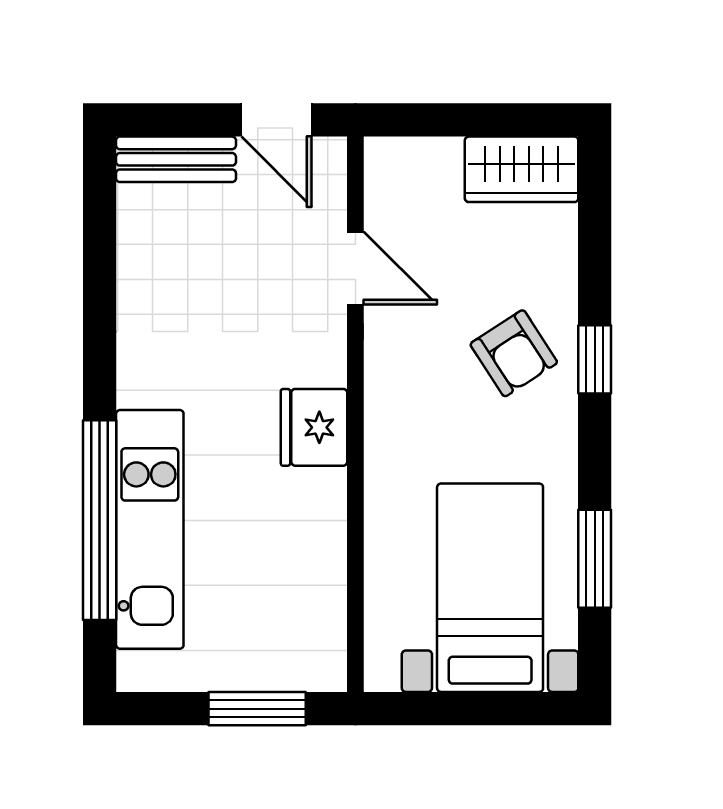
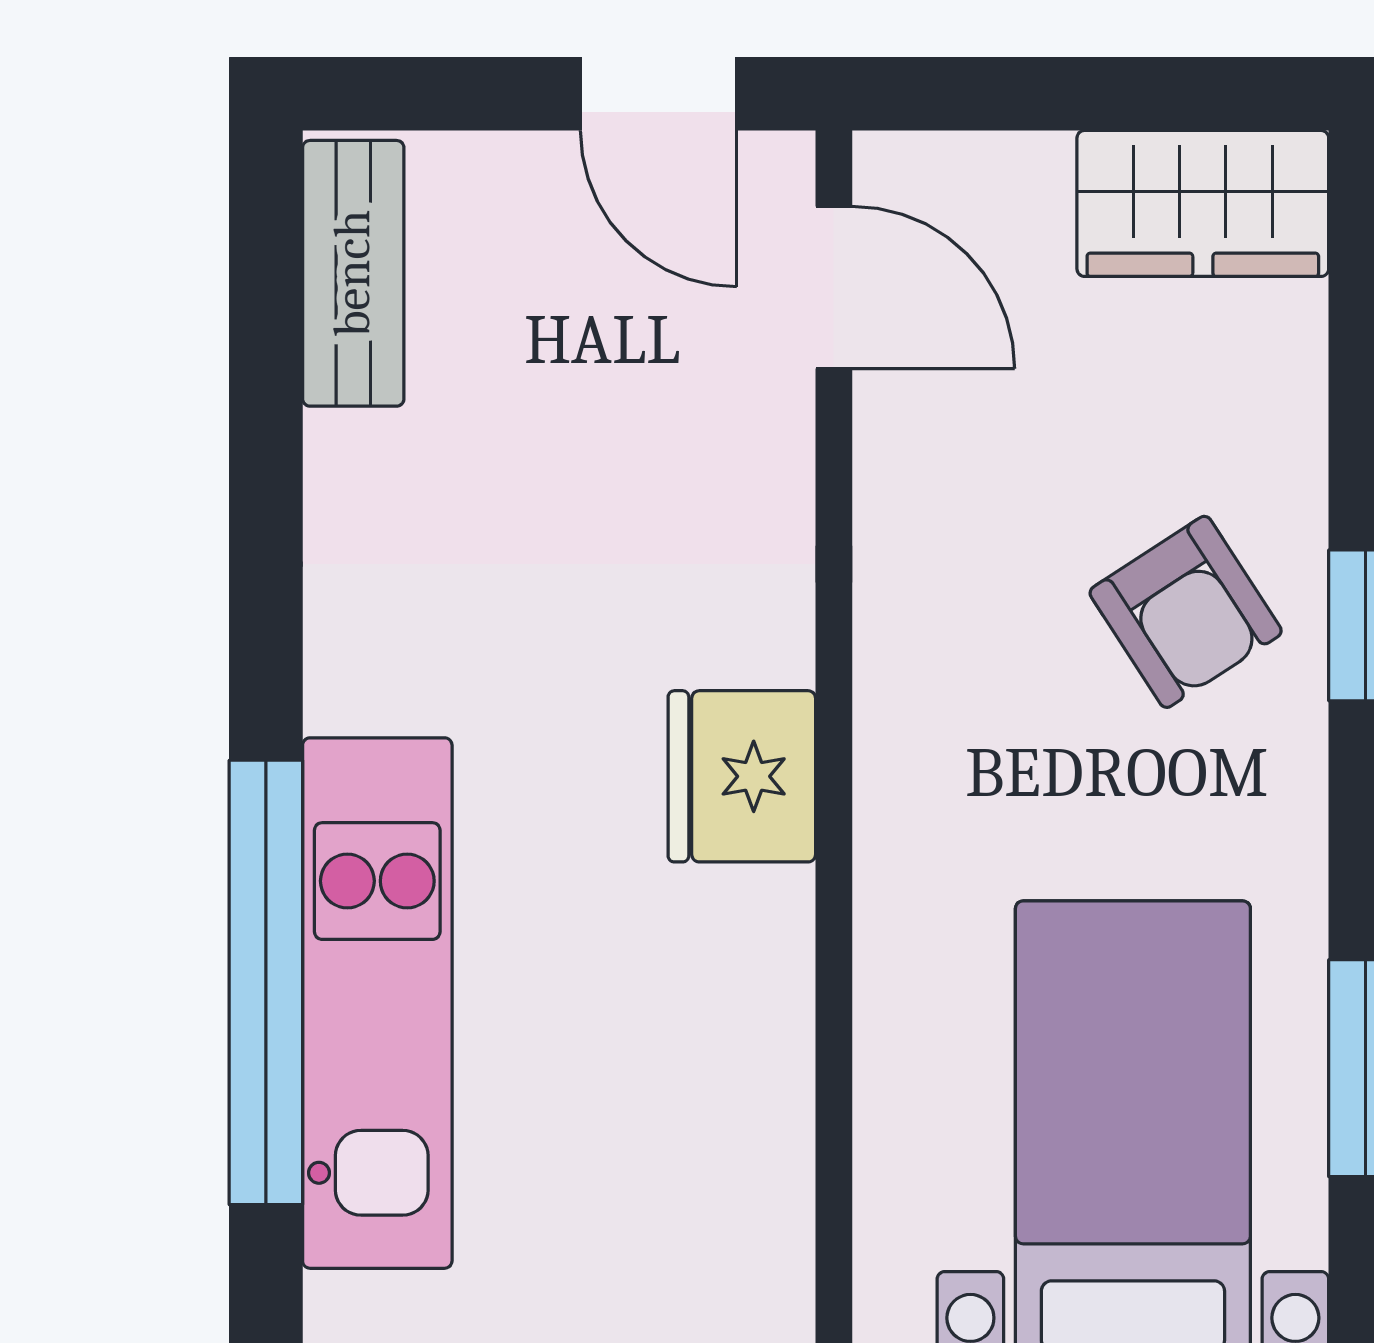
bench: (176, 159) -> (353, 273), moved, turned 90
door: (355, 268) -> (834, 287), moved

